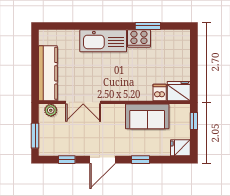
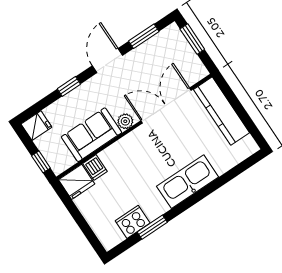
cooker: (139, 38) -> (133, 222), moved
double door: (83, 102) -> (166, 105), width x1.37
plant: (51, 110) -> (125, 121), moved
window: (67, 160) -> (144, 36), width x1.50

